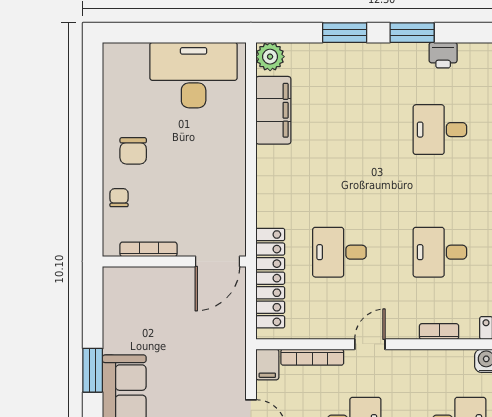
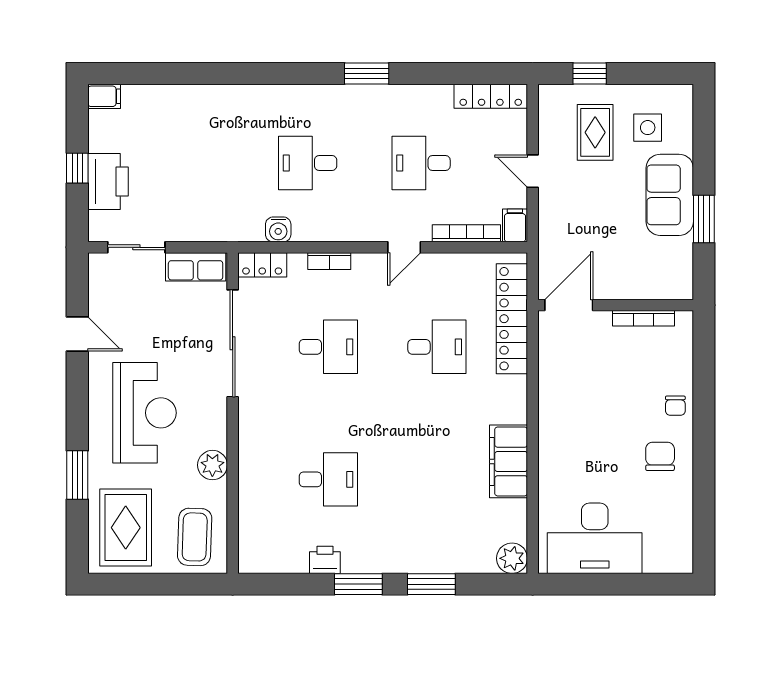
filing cabinet: (273, 110) -> (508, 461), moved
bookcase: (149, 249) -> (643, 318), moved
wall: (174, 261) -> (616, 305), moved
door: (217, 261) -> (569, 305), moved

